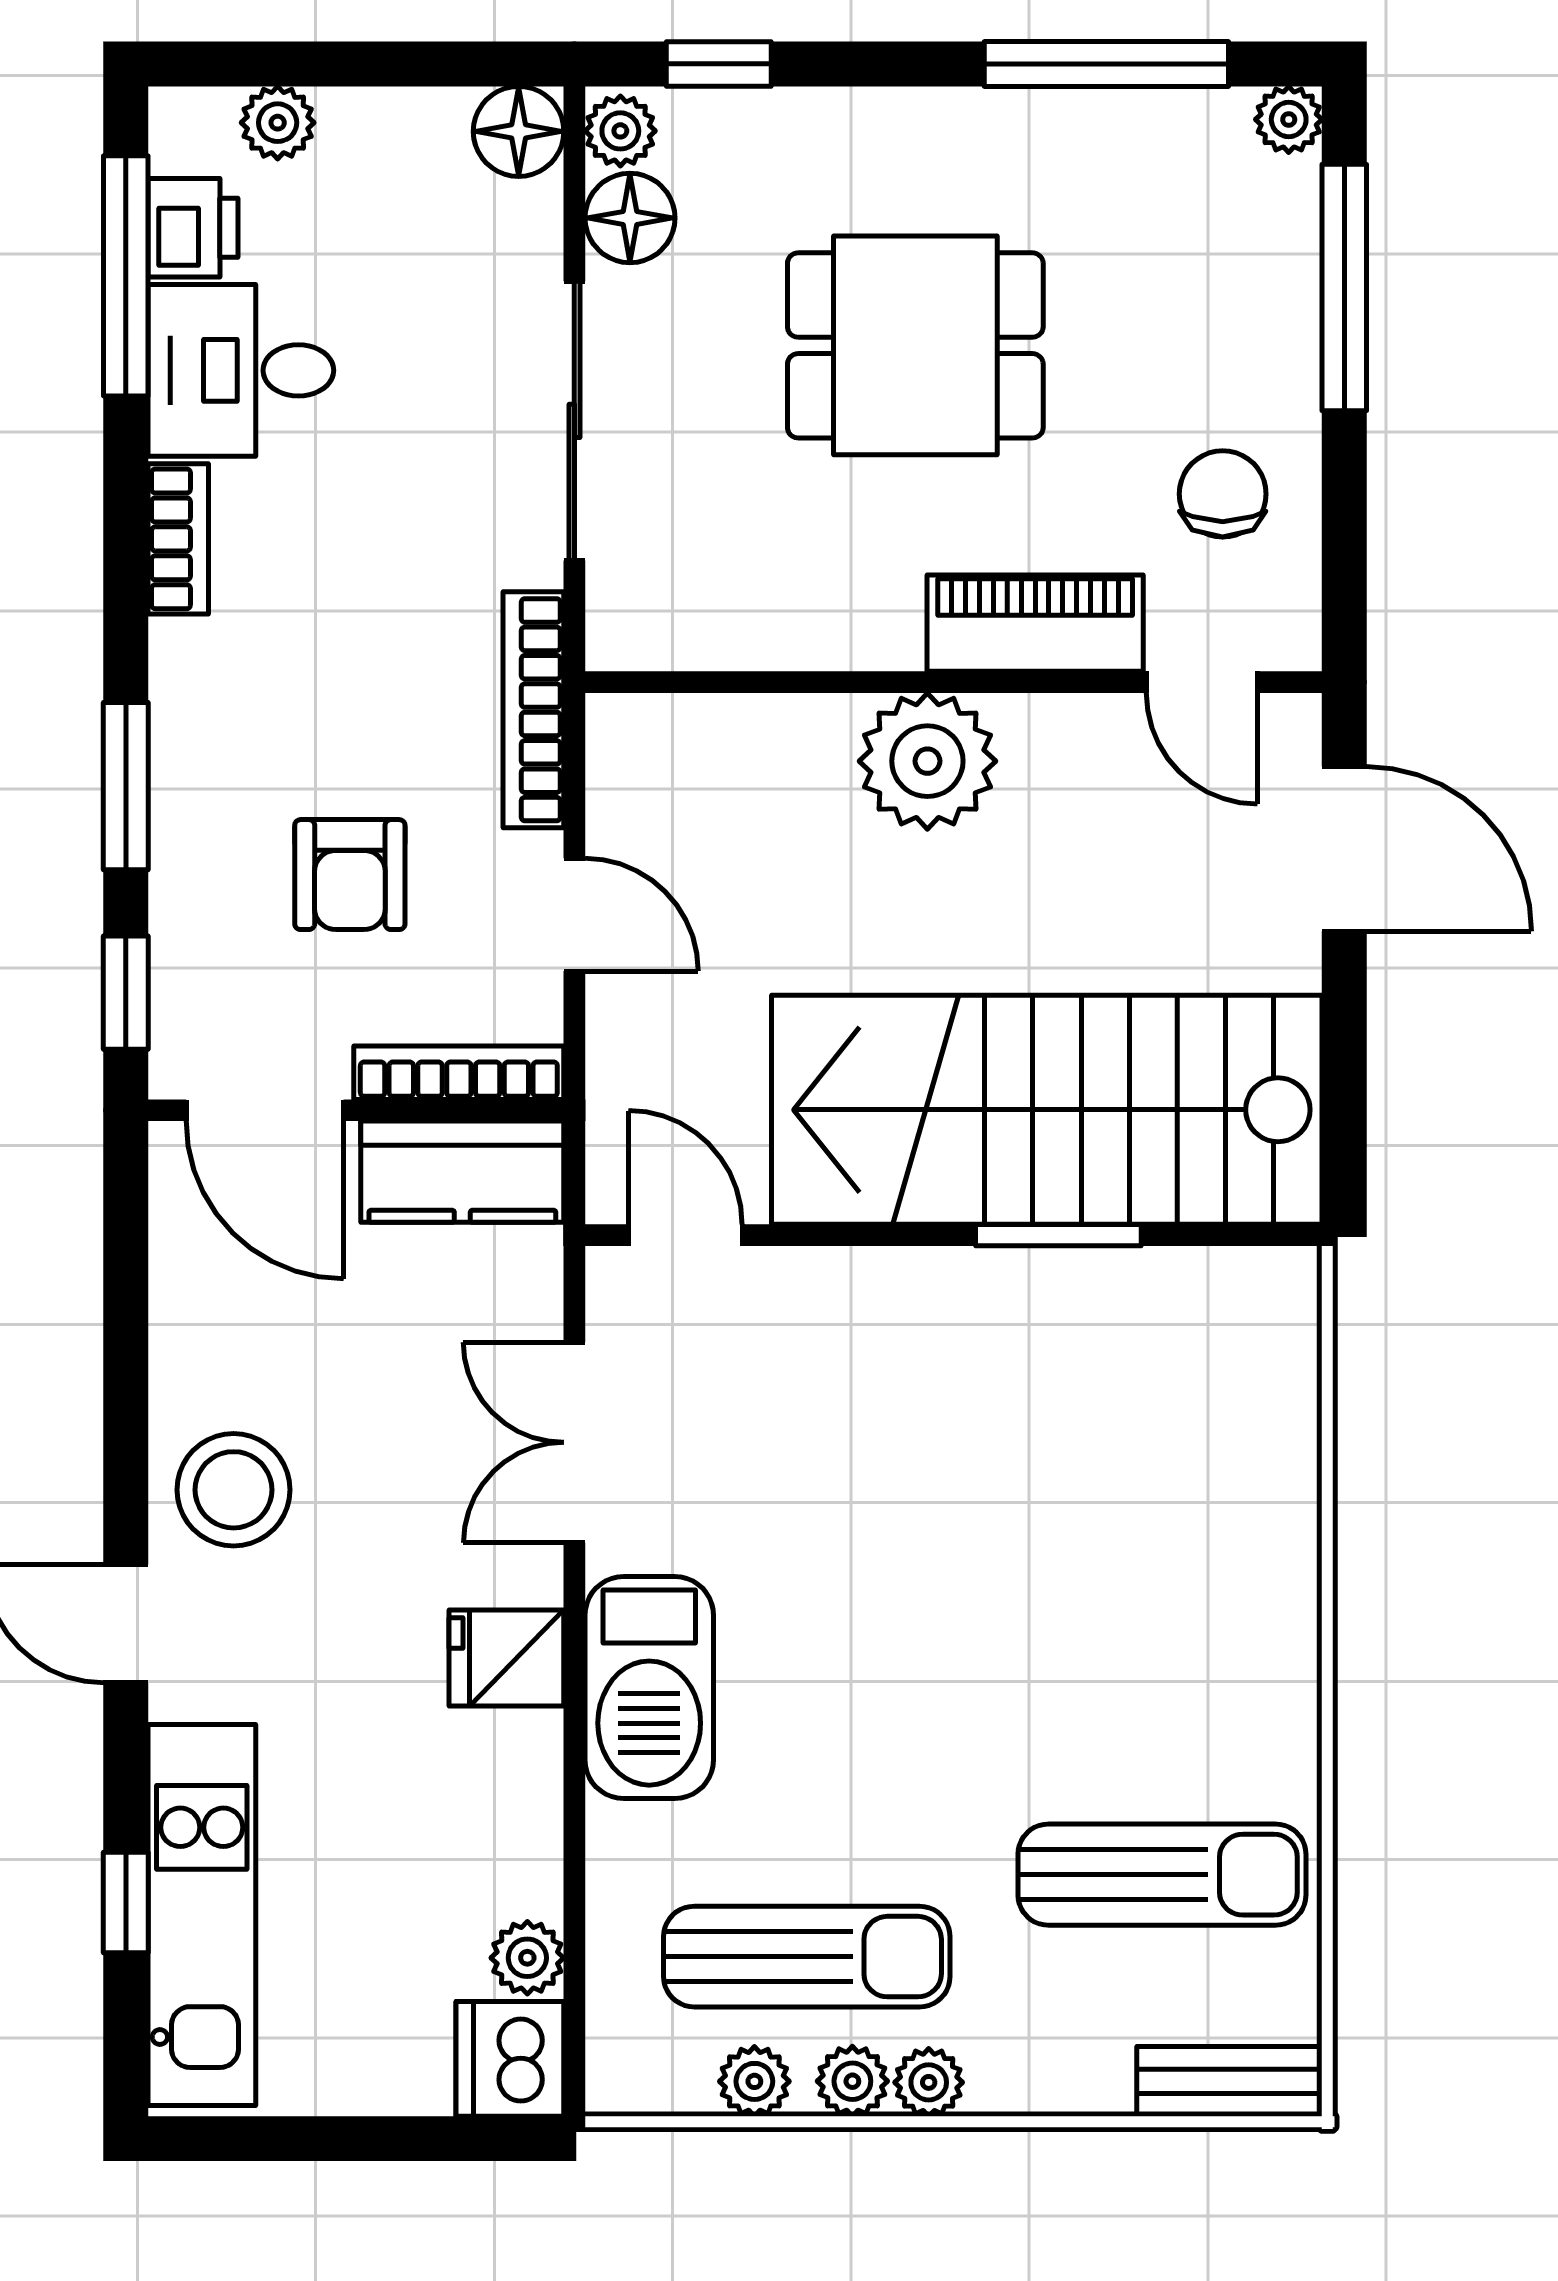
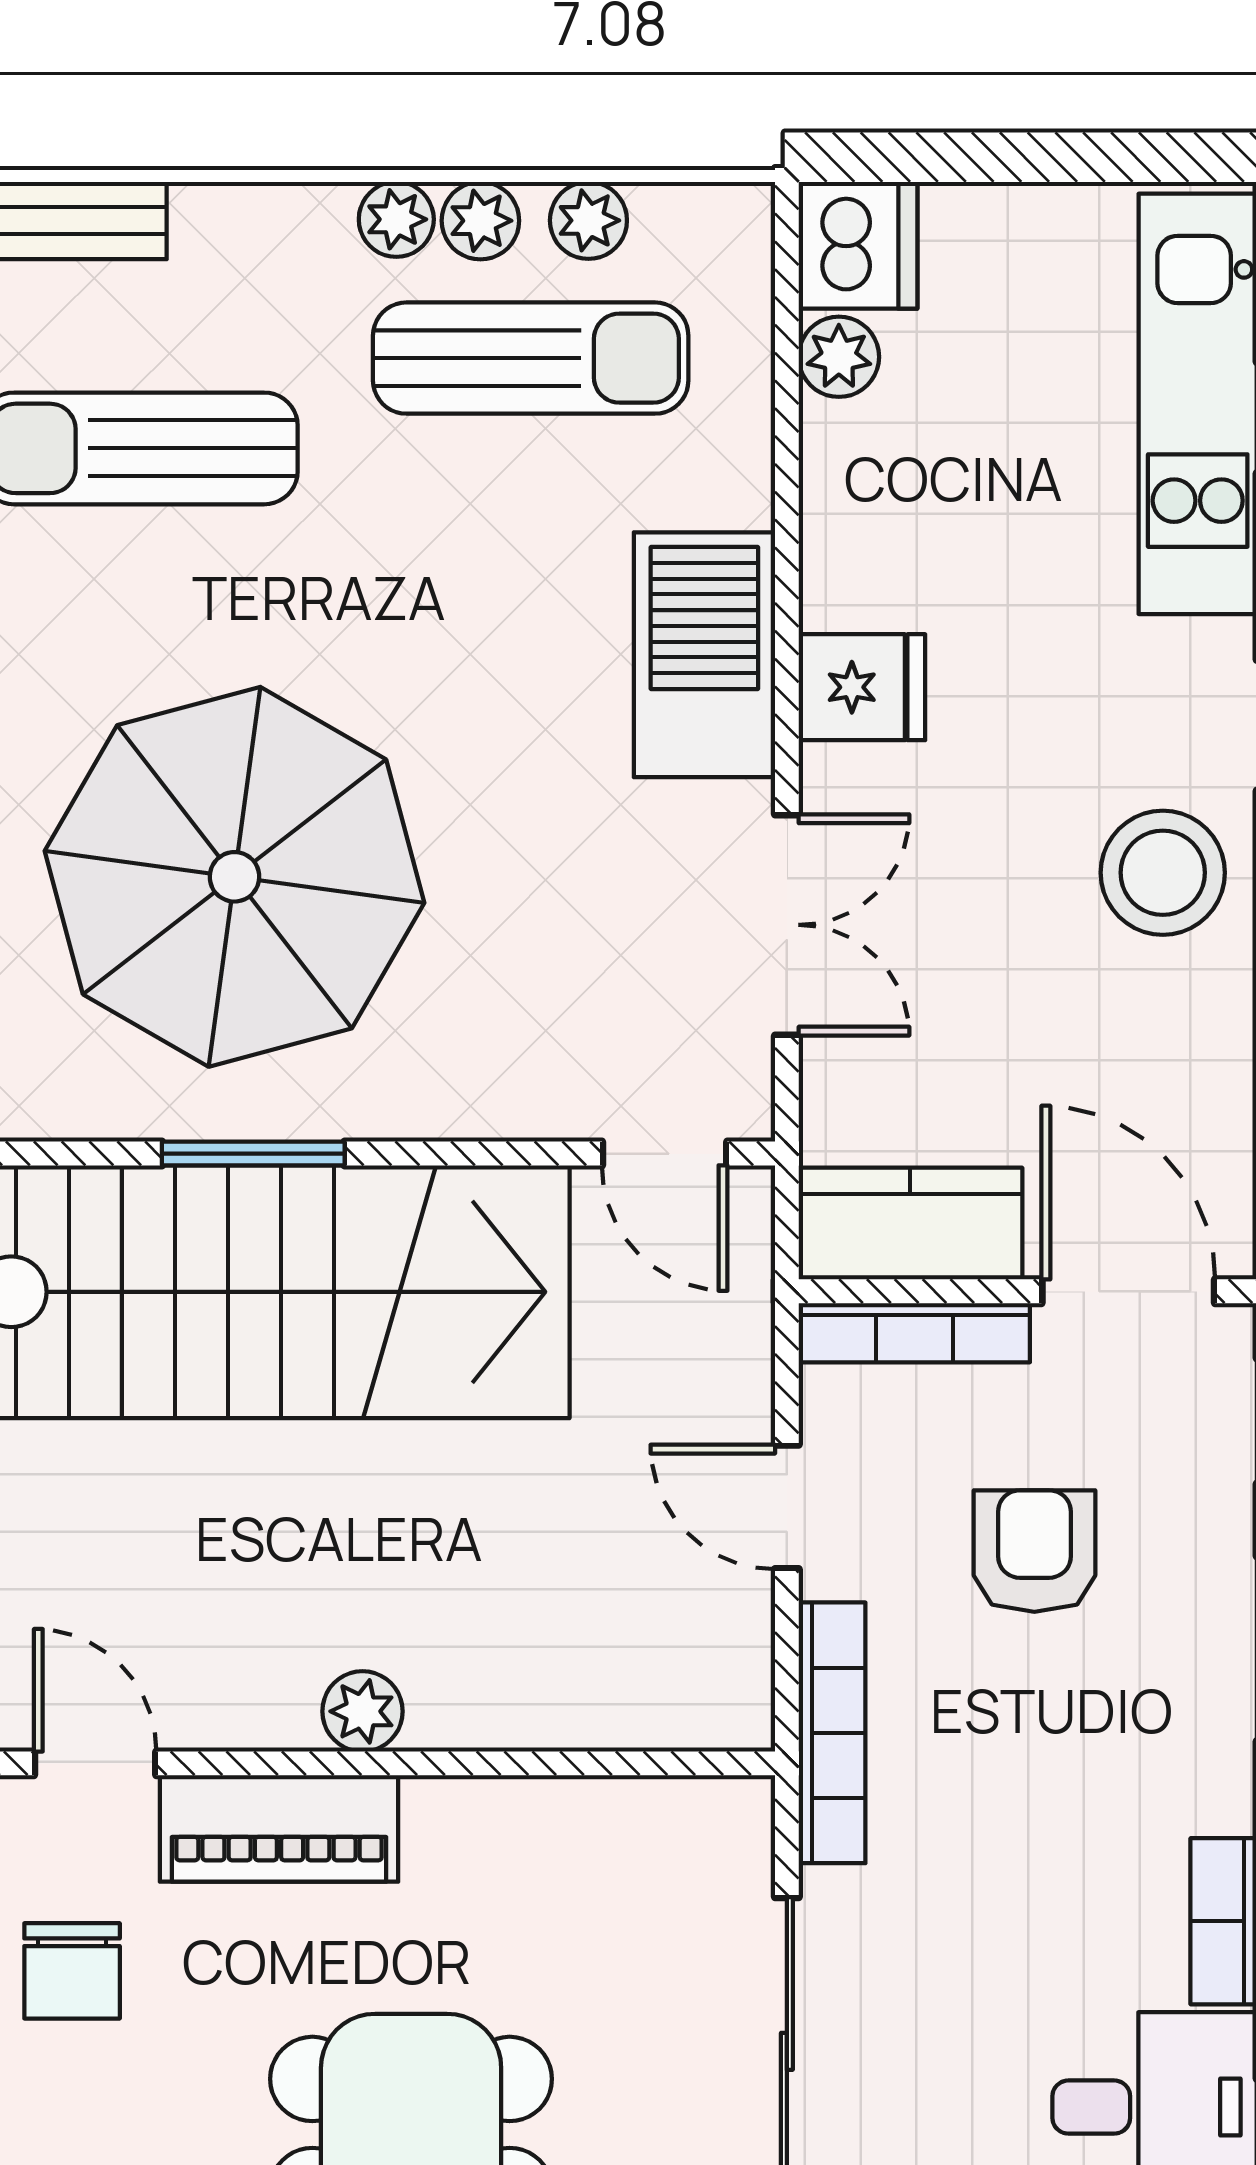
plant: (927, 761) -> (362, 1711), width x0.53, depth x0.53
parasol: (1075, 1486) -> (235, 877), added
sun lounger: (807, 1957) -> (531, 358), turned 180

